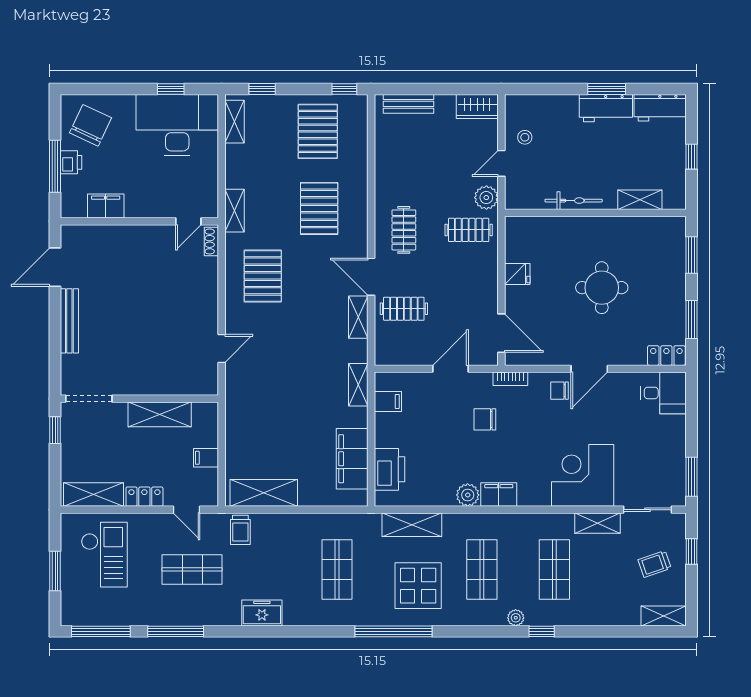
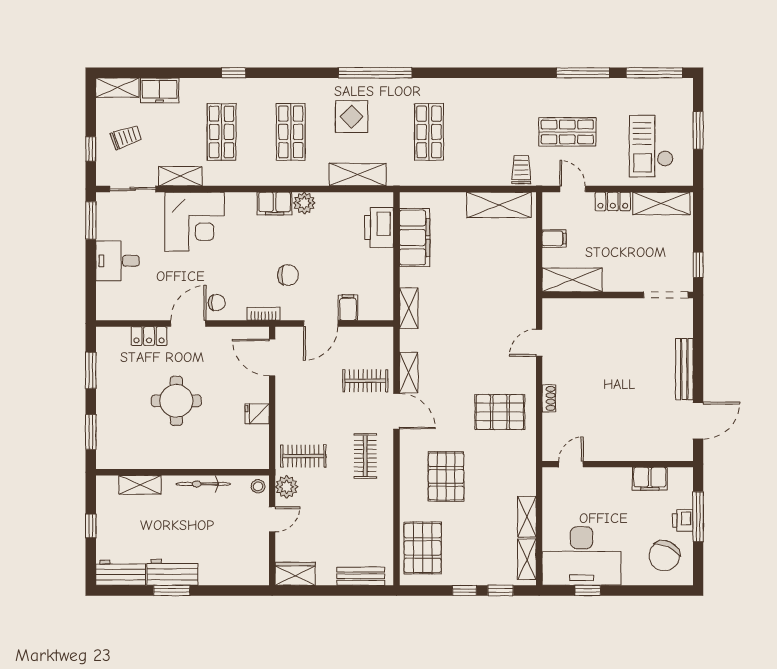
window: (344, 89) -> (465, 590), moved
pallet: (318, 131) -> (423, 548), moved
stool: (525, 137) -> (258, 486), moved
shelving: (234, 211) -> (527, 517), moved
shoe rack: (211, 241) -> (549, 398), moved
pallet: (263, 276) -> (500, 412), turned 90
locker: (666, 356) -> (149, 336), moved
desk: (663, 393) -> (117, 261), moved
filing cabinet: (388, 401) -> (348, 308), moved, turned 90
shelving: (160, 414) -> (572, 280), moved
display table: (418, 586) -> (352, 117), width x0.73, depth x0.73
freezer: (262, 613) -> (160, 90), moved
plant: (516, 618) -> (258, 86), removed

